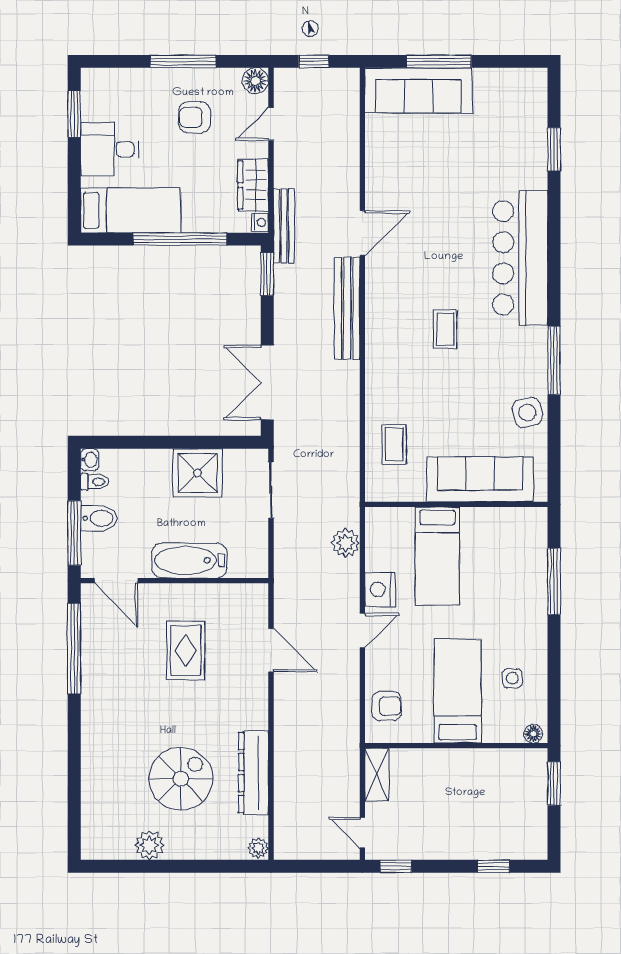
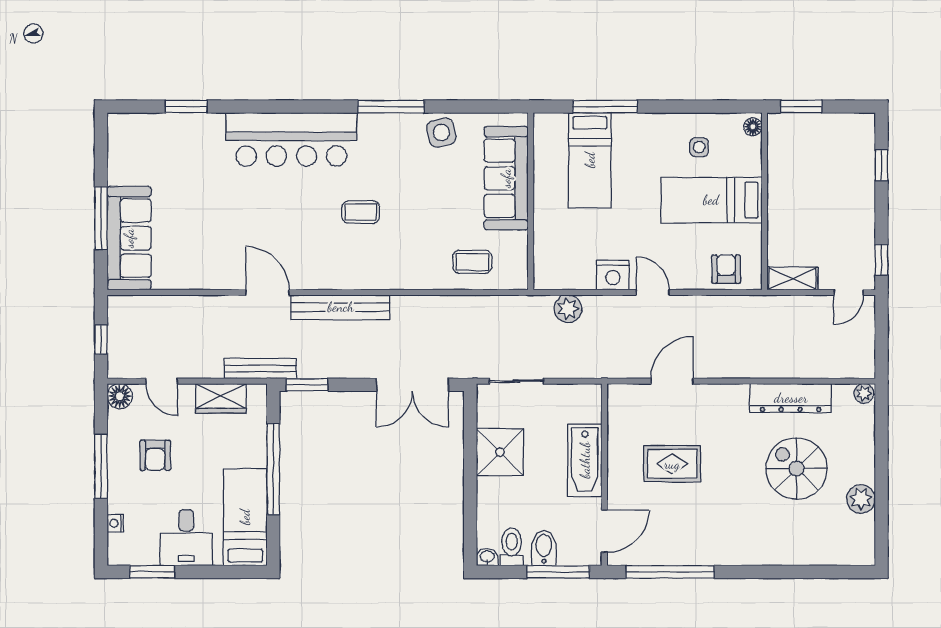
nightstand: (260, 222) -> (115, 523), moved, turned -90
toilet: (95, 482) -> (512, 547), width x1.37, depth x1.39
bed: (437, 556) -> (590, 160), moved, turned 90

